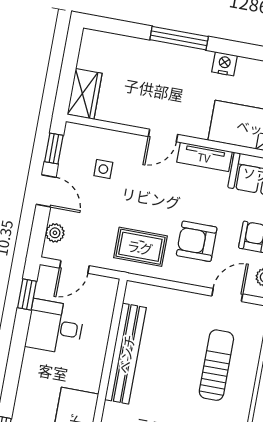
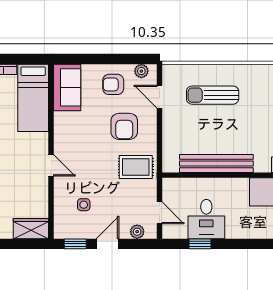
tv unit: (204, 157) -> (61, 132), removed
rug: (140, 247) -> (136, 167), turned 90
window: (27, 295) -> (200, 244), moved

